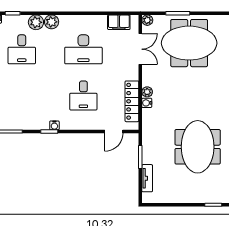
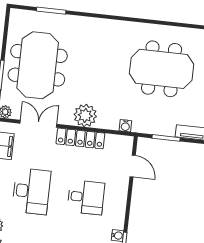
plant: (147, 92) -> (85, 115), width x1.87, depth x1.87
locker: (132, 101) -> (80, 138), moved
water cooler: (147, 103) -> (125, 126), moved

